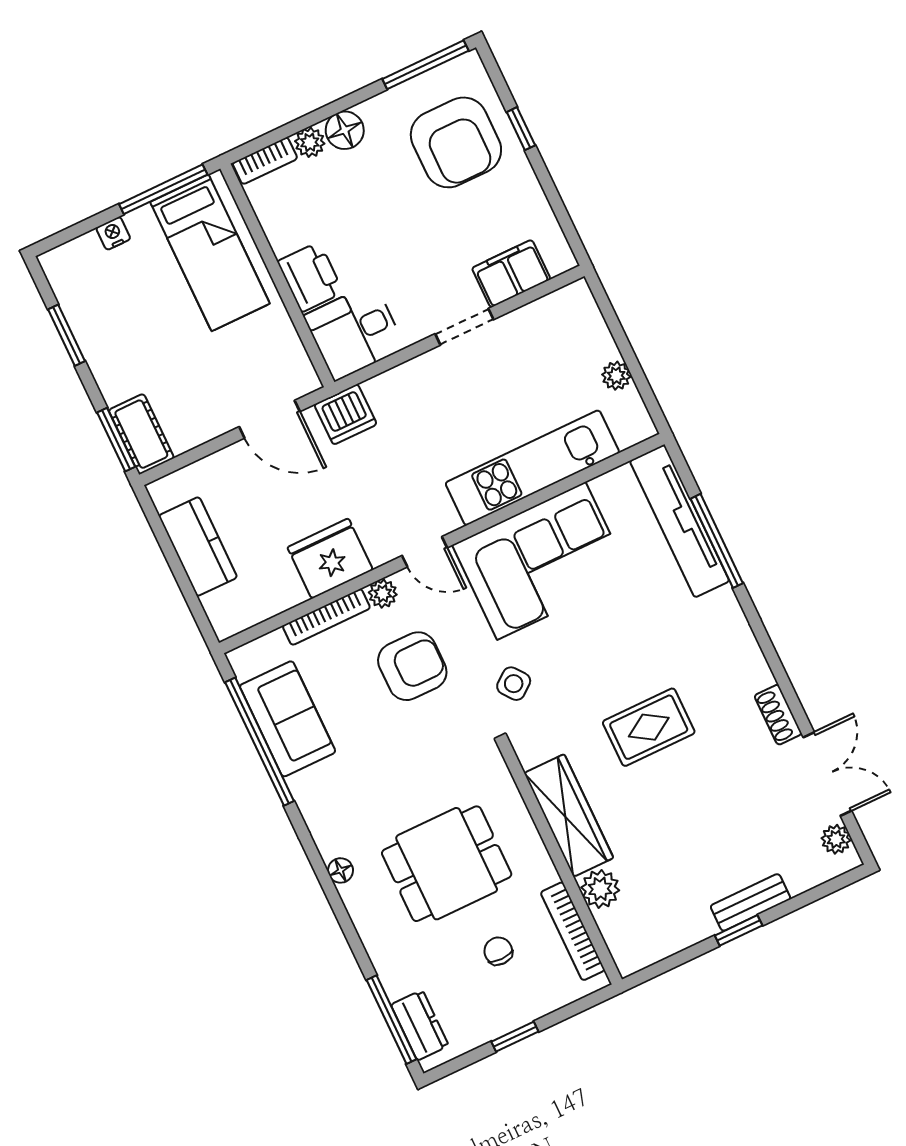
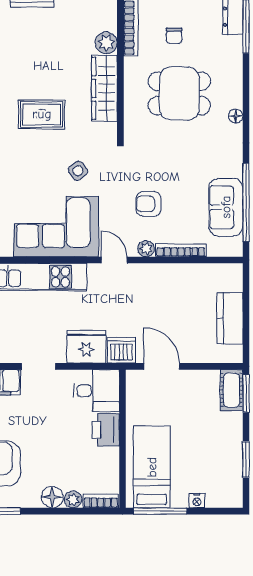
fridge: (330, 559) -> (86, 347), moved, turned 180
armchair: (412, 666) -> (149, 204), width x0.72, depth x0.72
side table: (514, 684) -> (78, 171), moved

